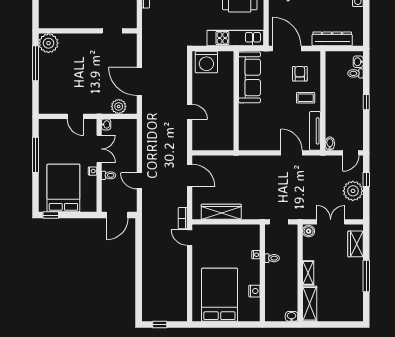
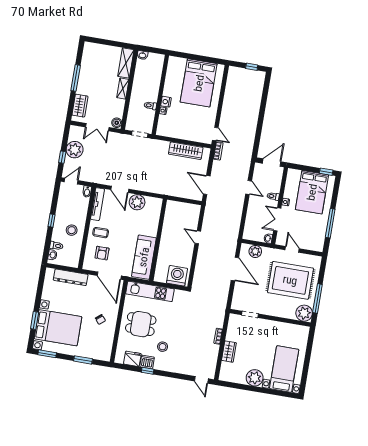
rug: (71, 79) -> (290, 280), added
stool: (340, 95) -> (72, 230), added
plant: (268, 141) -> (137, 202), added
nightstand: (254, 291) -> (166, 102), moved

